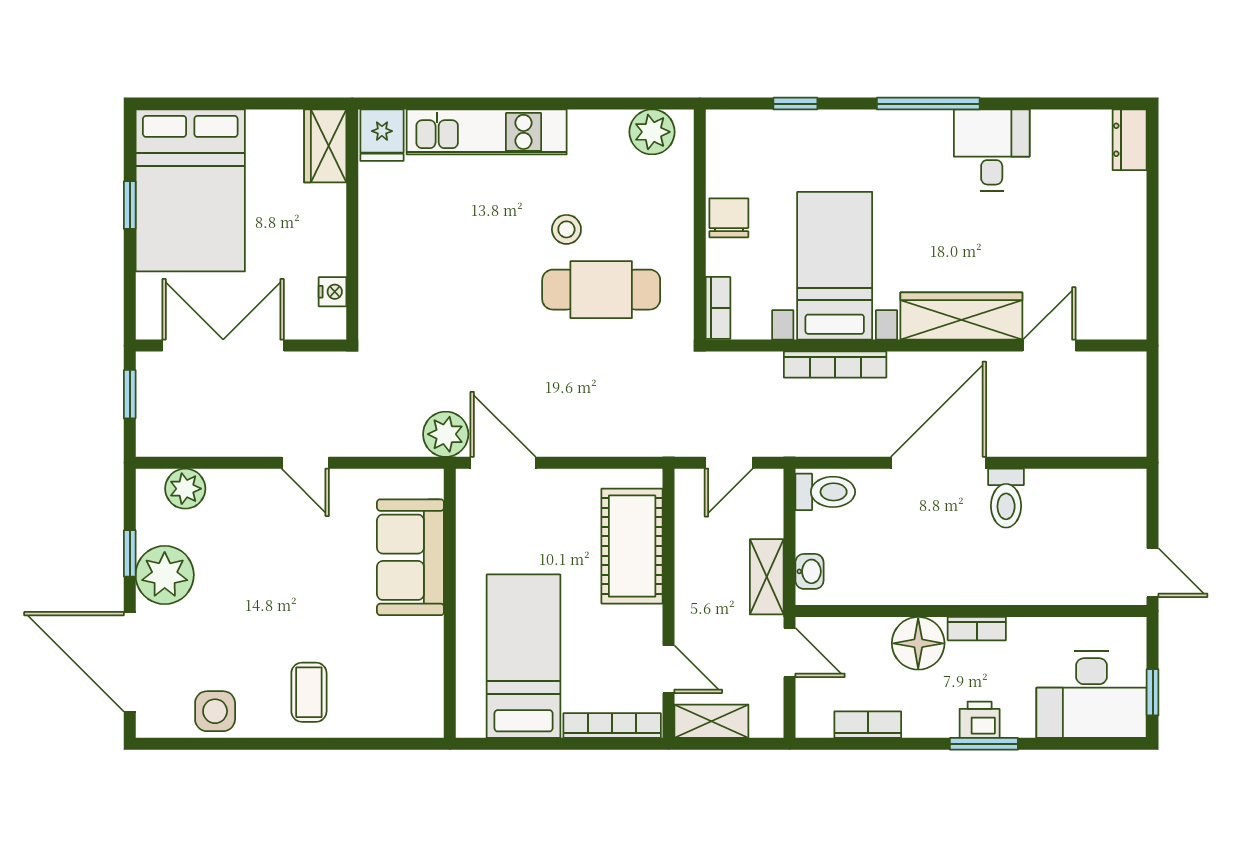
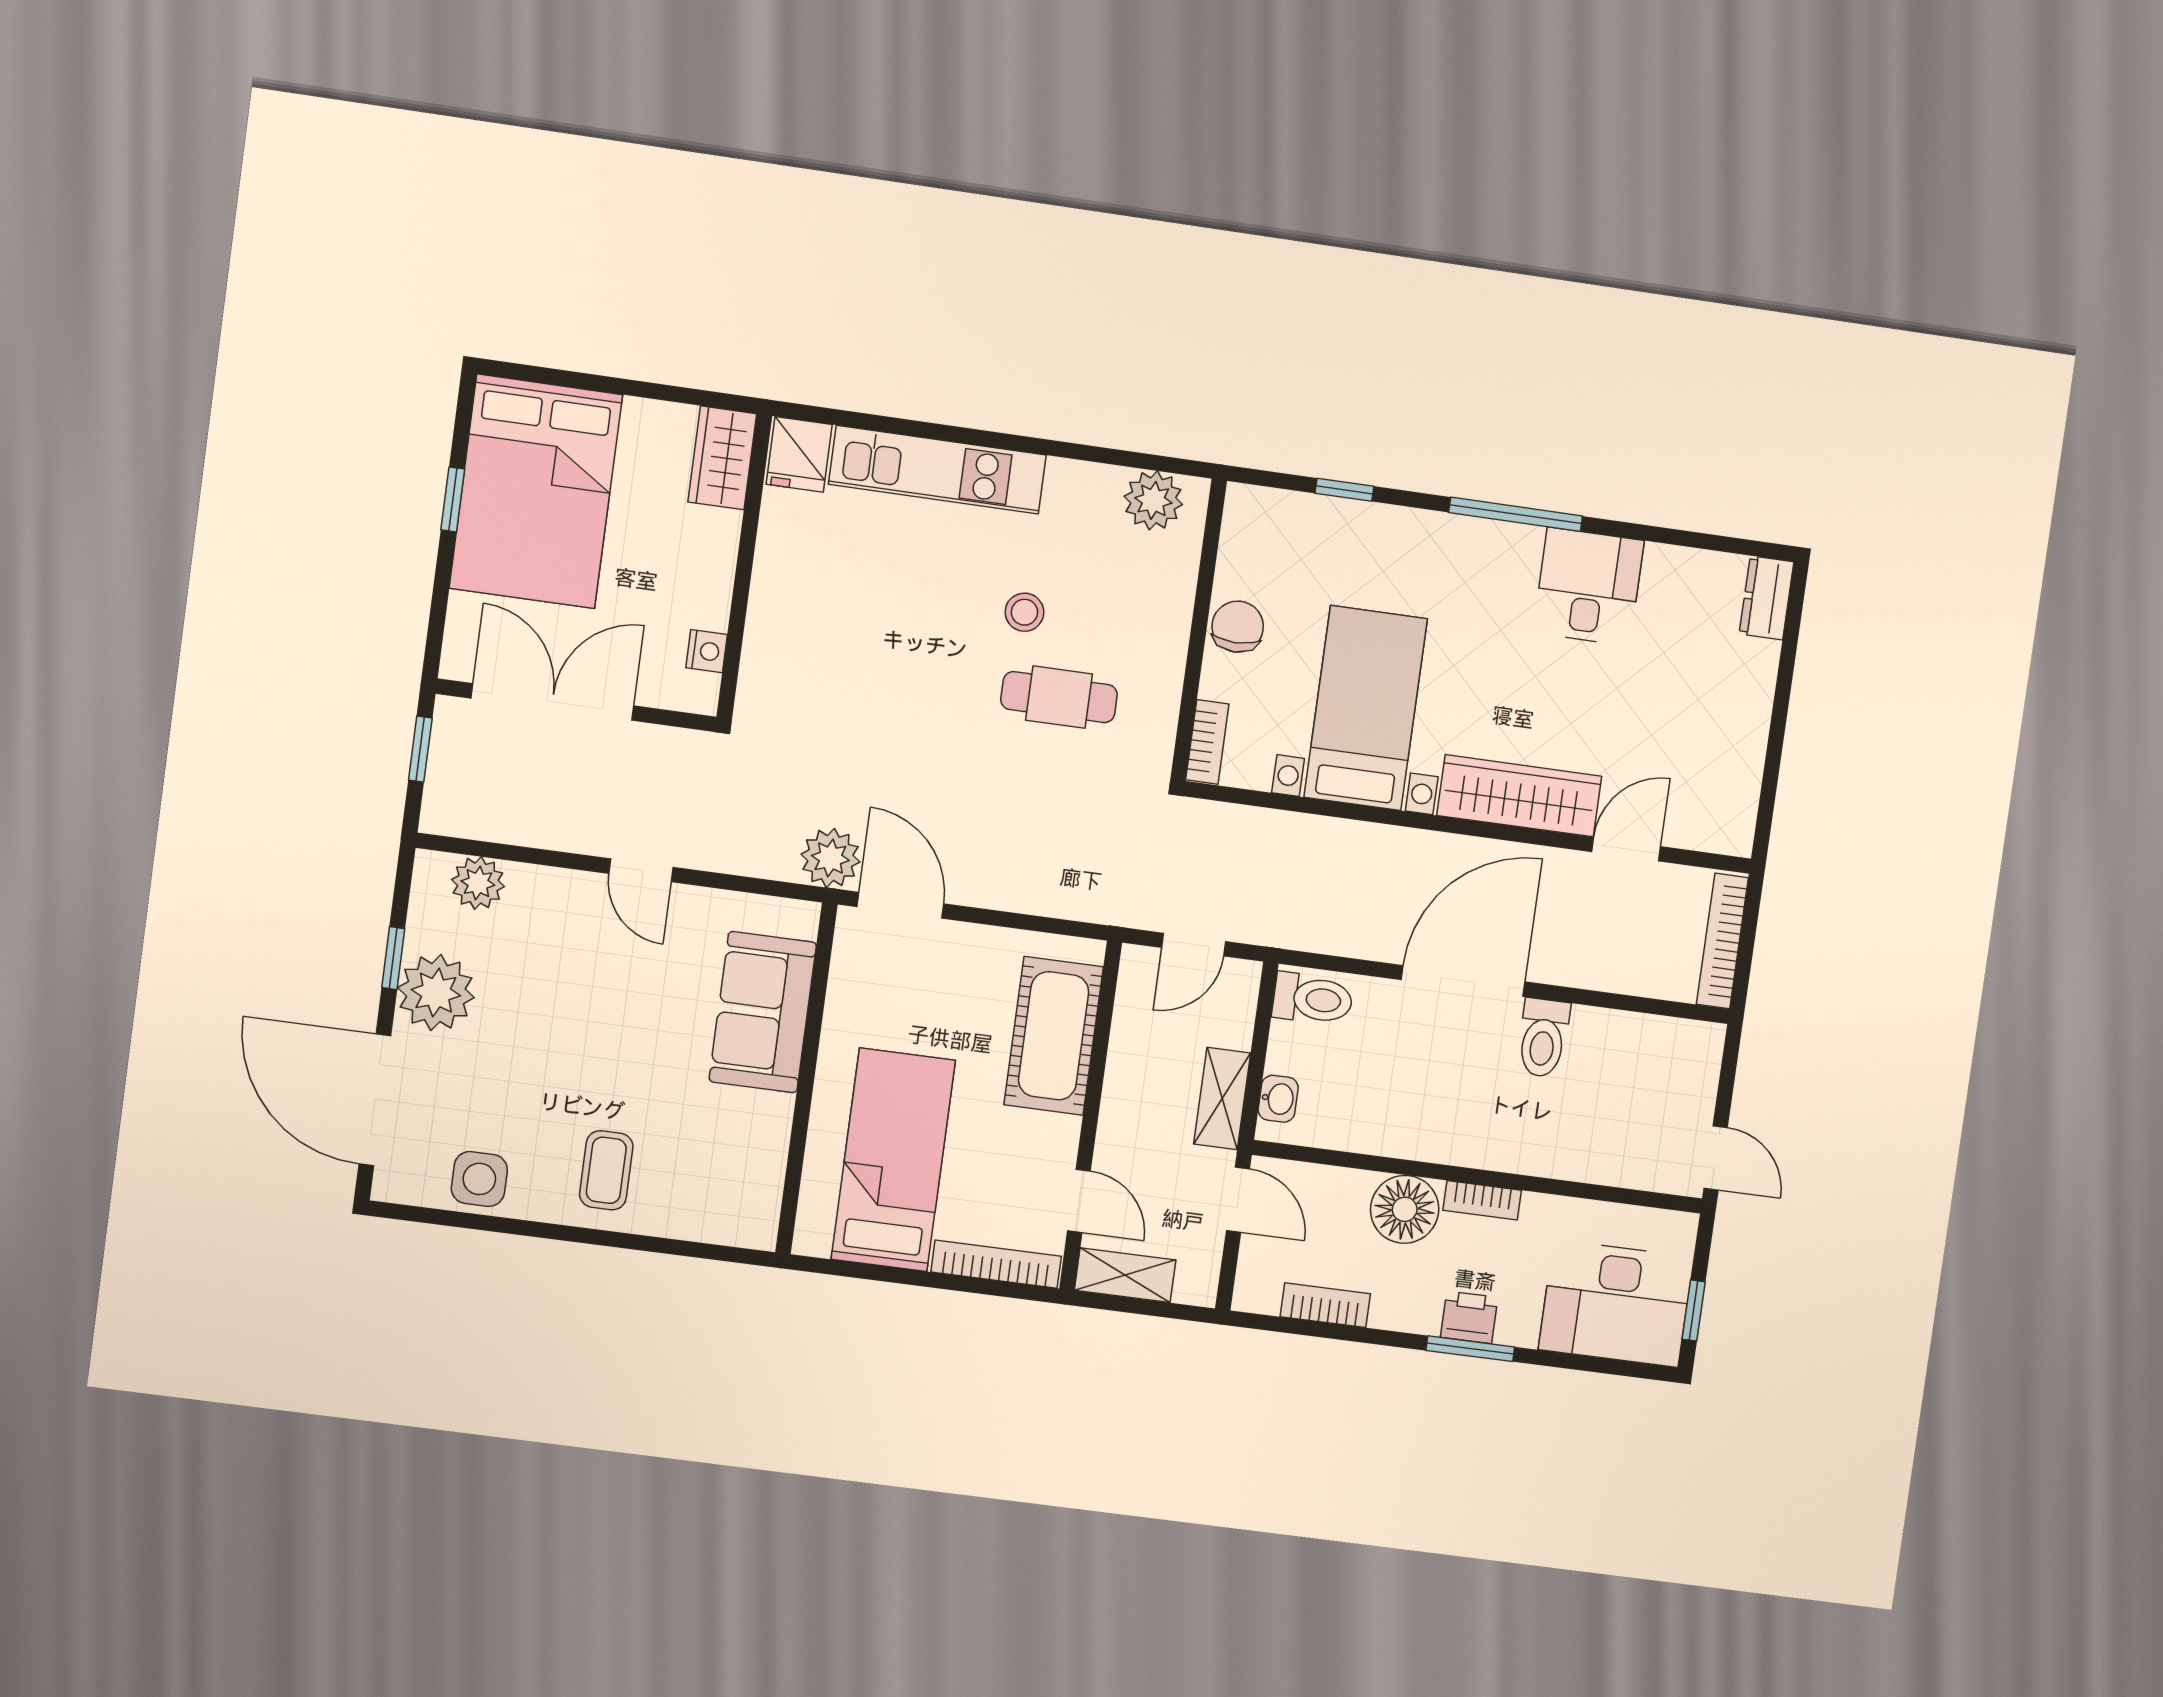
cafe table: (601, 290) -> (1059, 697), width x0.73, depth x0.74
bookcase: (835, 365) -> (1722, 941), moved, turned 90

